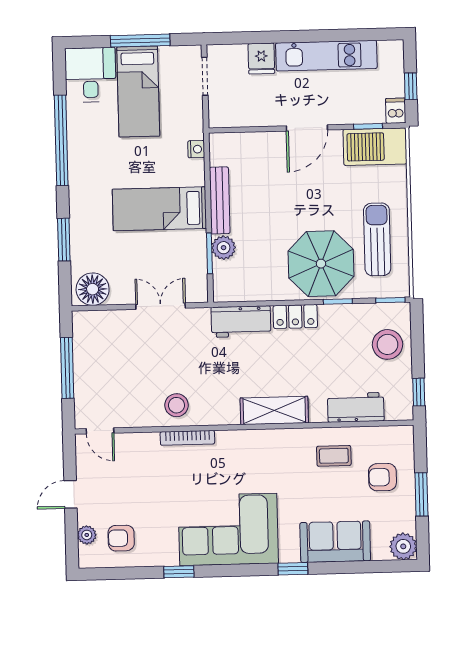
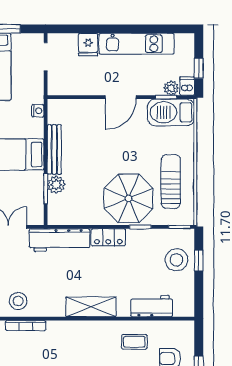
plant: (374, 114) -> (171, 88), added
workbench: (241, 322) -> (60, 240), width x1.38
window: (419, 392) -> (199, 261), moved

